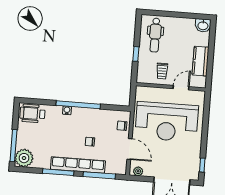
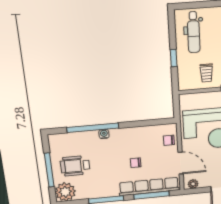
window: (78, 105) -> (93, 128), moved
wheelchair: (32, 114) -> (75, 166), moved
window: (13, 146) -> (49, 170), moved
row of seats: (78, 165) -> (149, 186), moved

